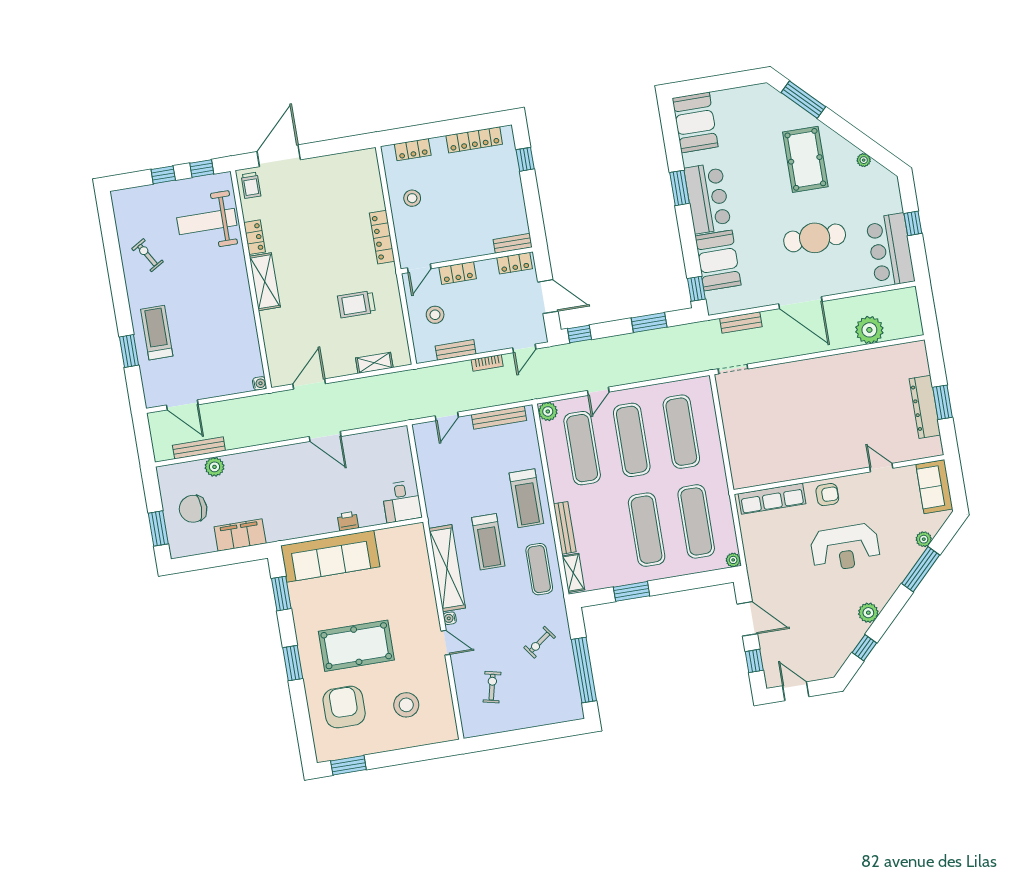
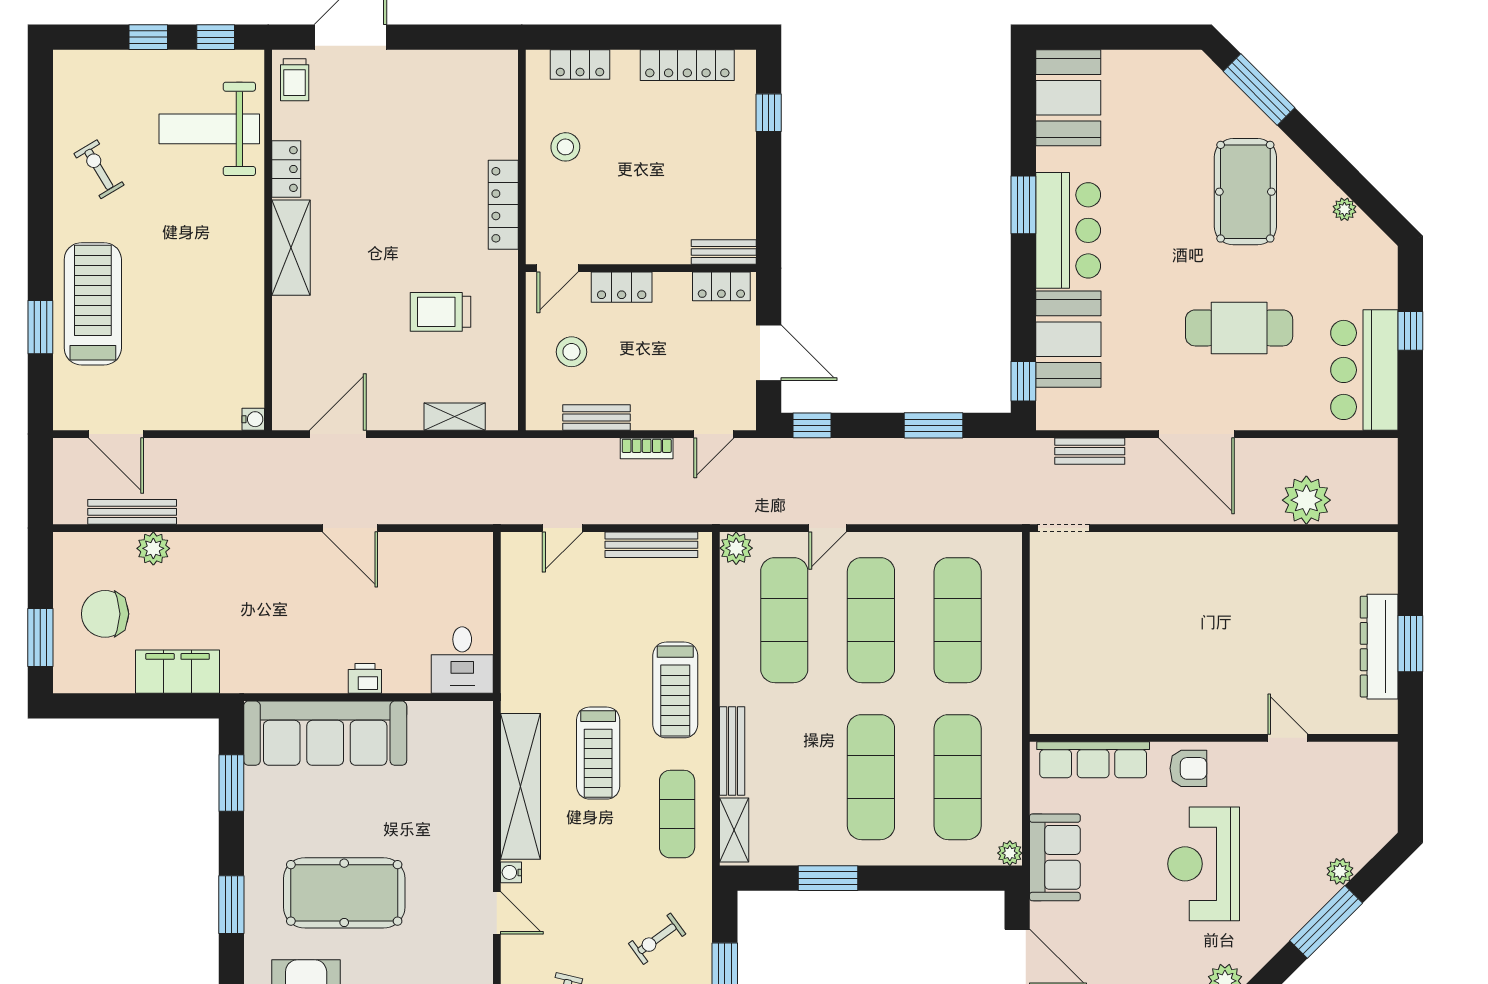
treadmill: (157, 333) -> (93, 304), width x1.37, depth x1.38
sofa: (934, 487) -> (1055, 857), moved, turned 180
reception desk: (845, 548) -> (1204, 864), turned 90

